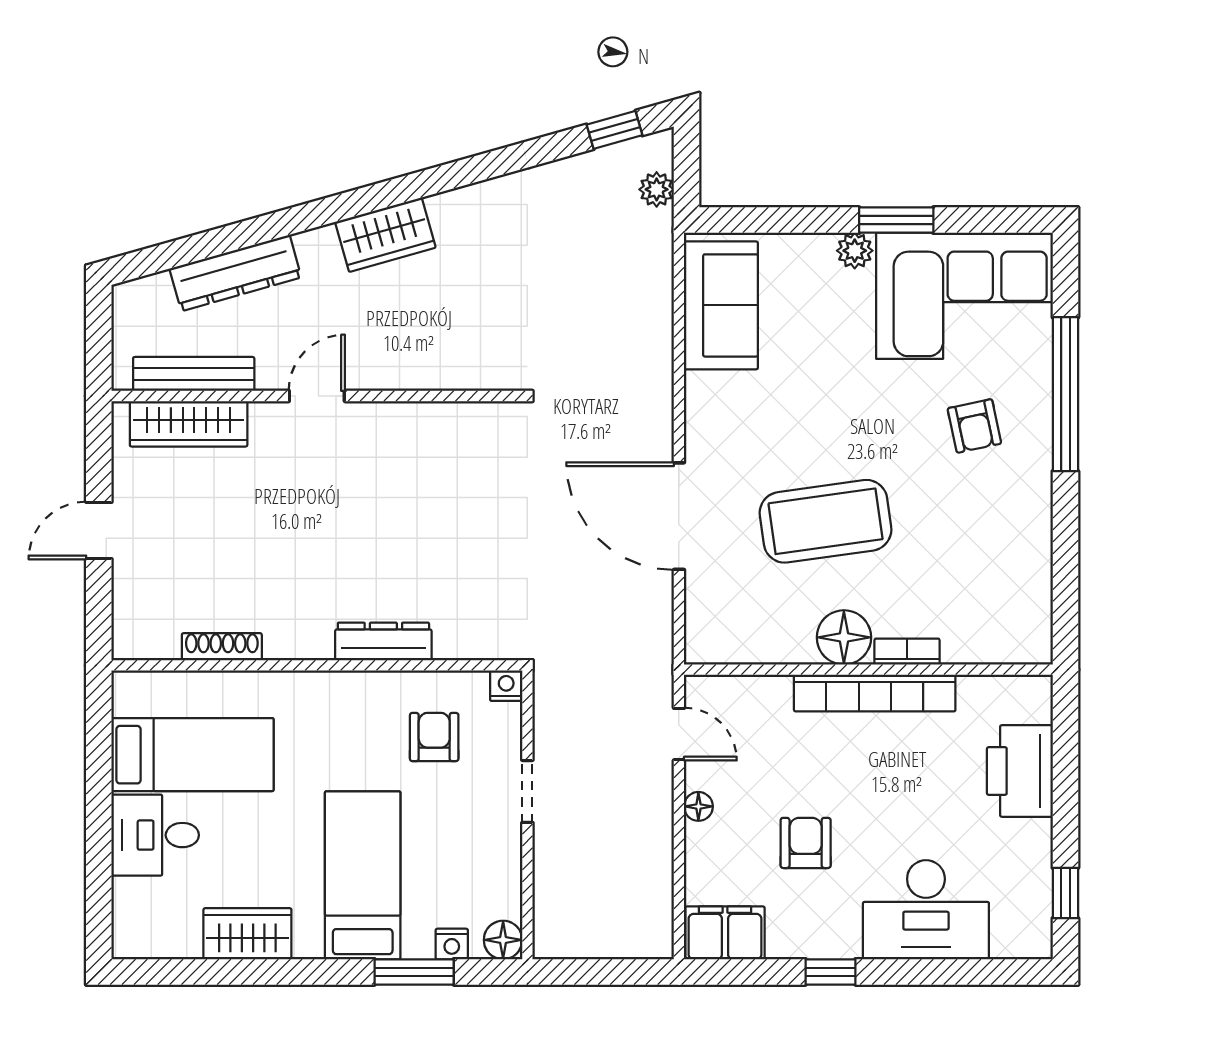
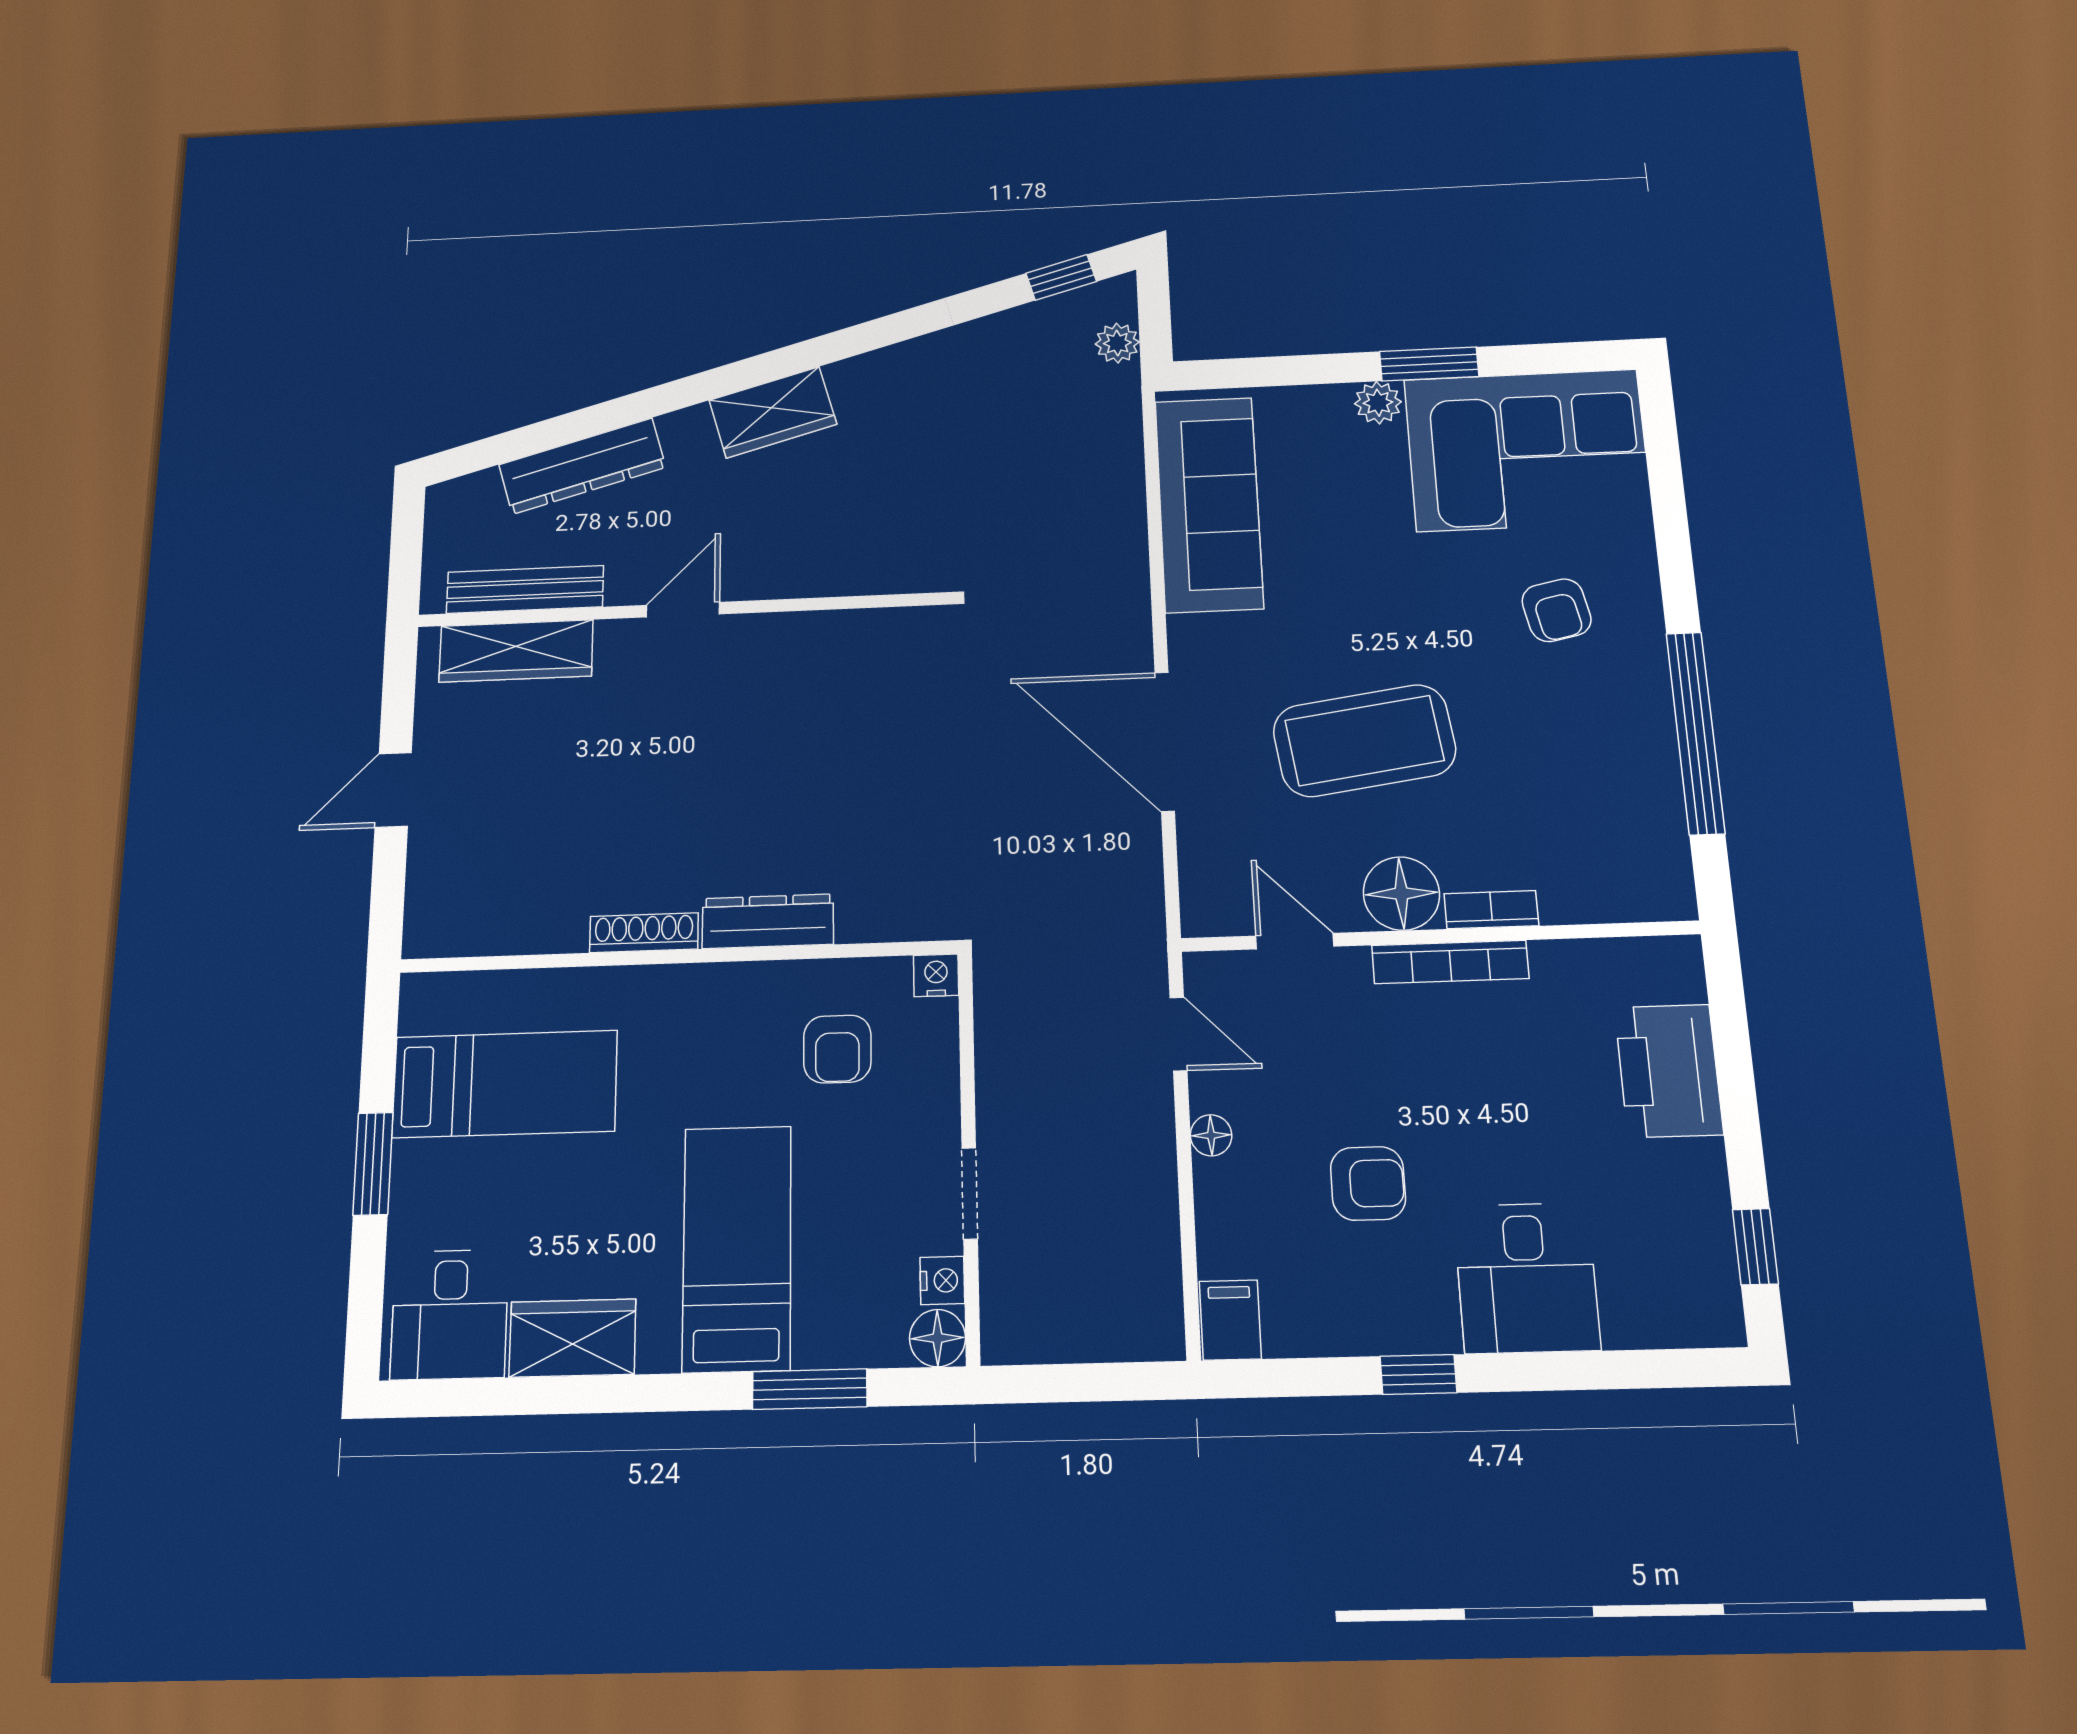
sofa: (721, 305) -> (1209, 504), width x1.36
window: (1065, 394) -> (1695, 733), moved
shoe rack: (222, 647) -> (644, 933), moved
door: (765, 670) -> (1295, 941), added
bookcase: (875, 693) -> (1450, 962), width x0.68, depth x0.76
armchair: (434, 737) -> (837, 1049), turned 180
doorway: (527, 791) -> (970, 1193), moved
window: (99, 809) -> (373, 1164), added
desk: (155, 835) -> (450, 1314), moved, turned -90
armchair: (806, 843) -> (1368, 1183), turned 90
desk: (926, 910) -> (1526, 1278), width x0.73
filing cabinet: (725, 933) -> (1230, 1320), width x0.50
nightstand: (452, 944) -> (942, 1280), moved, turned -90

